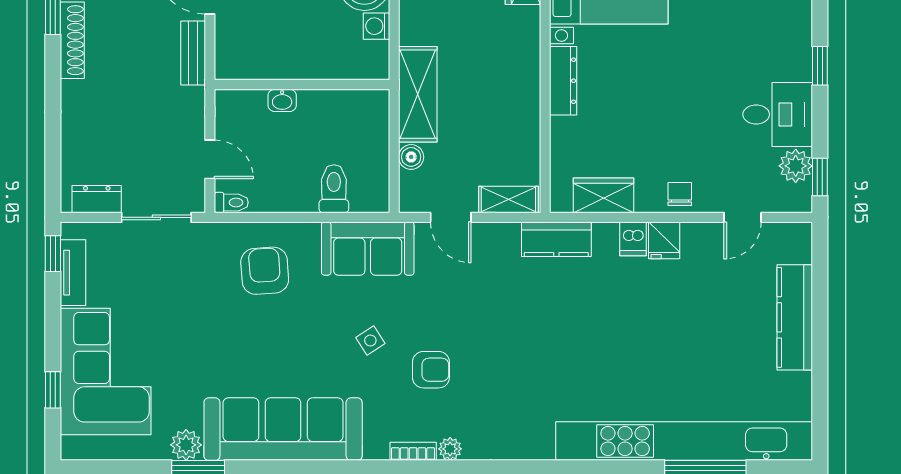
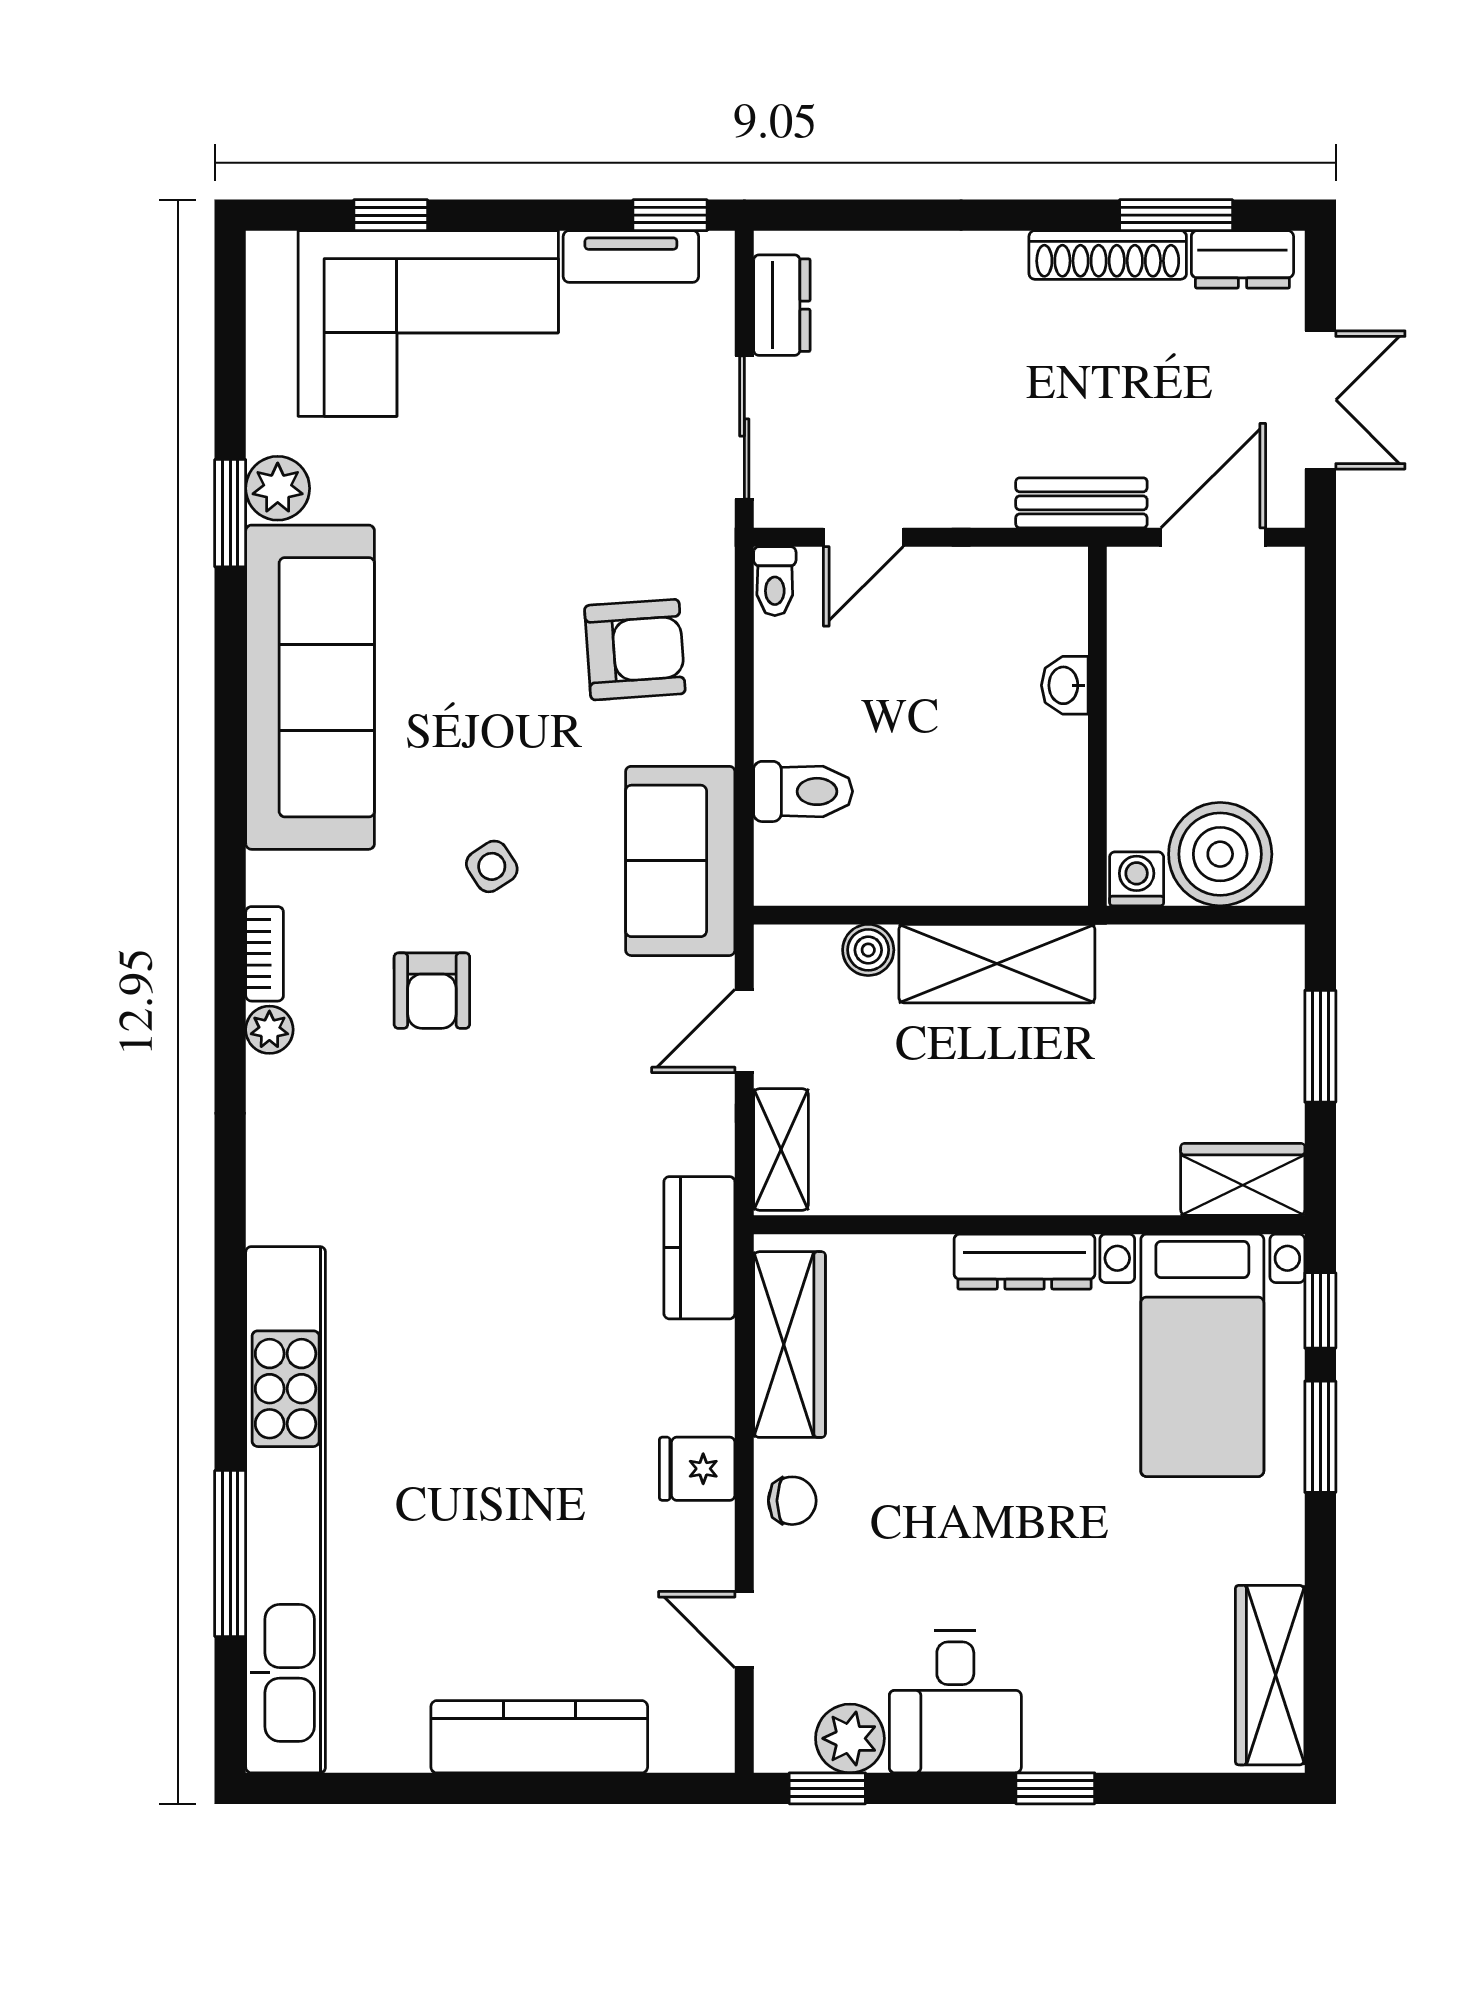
wall: (302, 84) -> (1097, 726), moved
washbasin: (282, 100) -> (1065, 685), moved
wardrobe: (604, 195) -> (789, 1345), width x1.50
dishwasher: (633, 239) -> (700, 1405), removed

